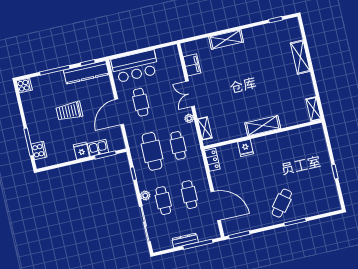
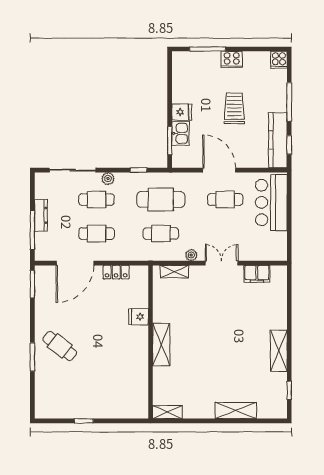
shelving: (226, 39) -> (279, 351), moved
cooker: (39, 151) -> (232, 59), moved
locker: (212, 160) -> (116, 272), moved

